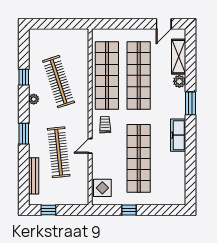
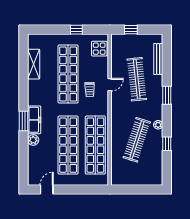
shelving: (179, 57) -> (34, 64), moved
clothes rail: (59, 82) -> (137, 140), turned 36
trolley: (105, 125) -> (90, 89), moved
freezer: (178, 135) -> (34, 120), moved
window: (48, 210) -> (131, 30), moved

